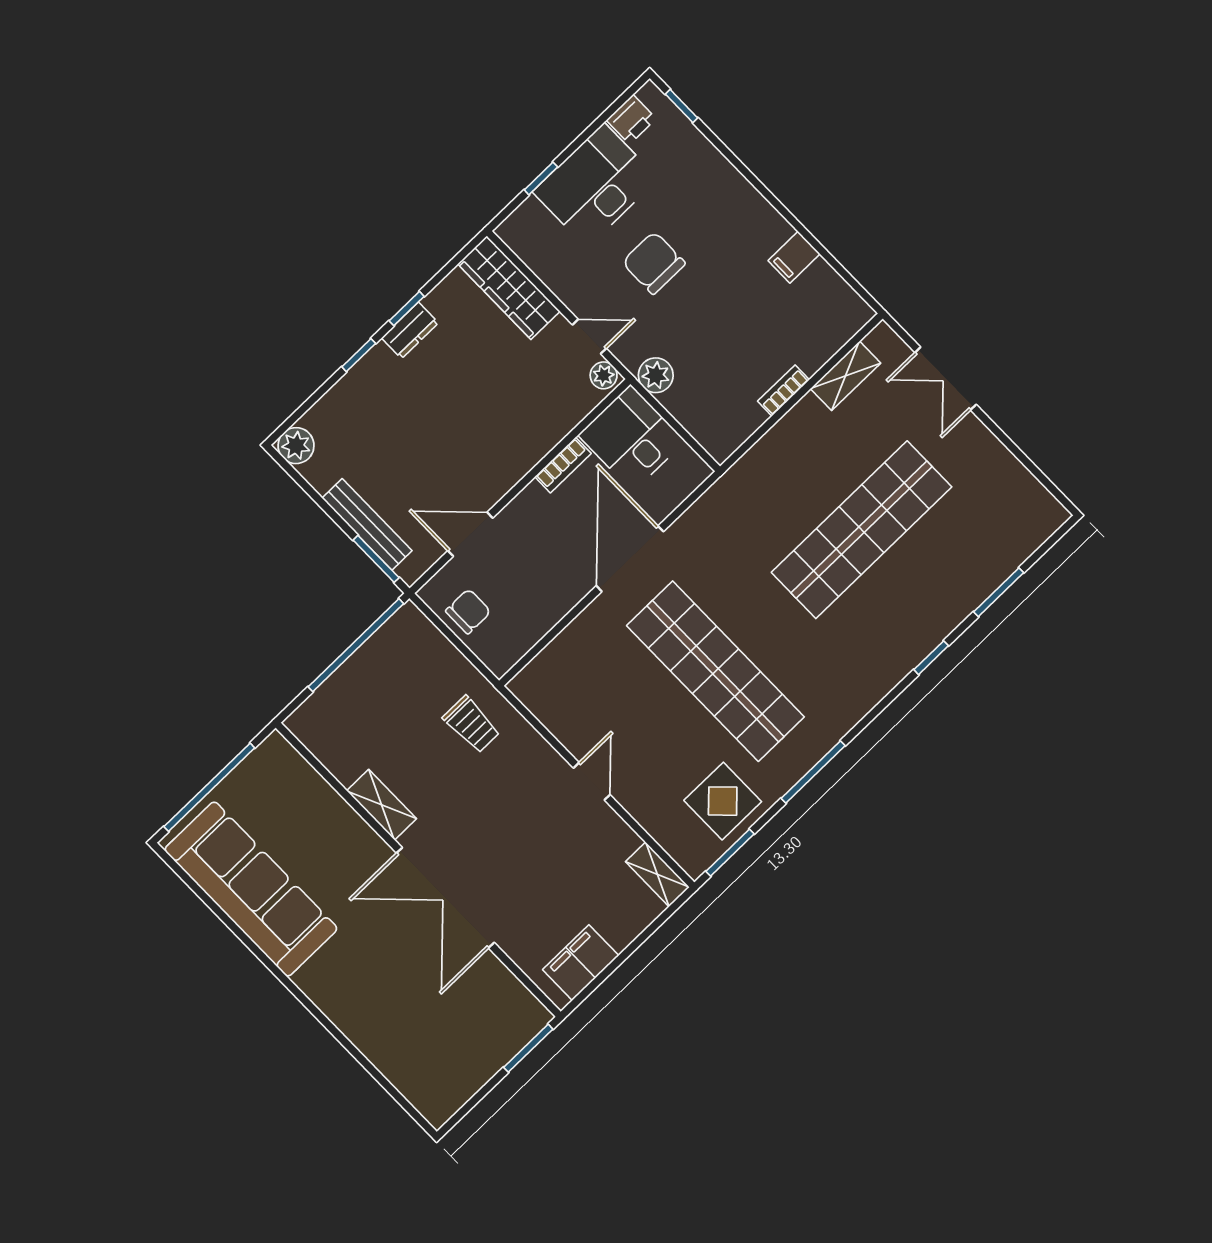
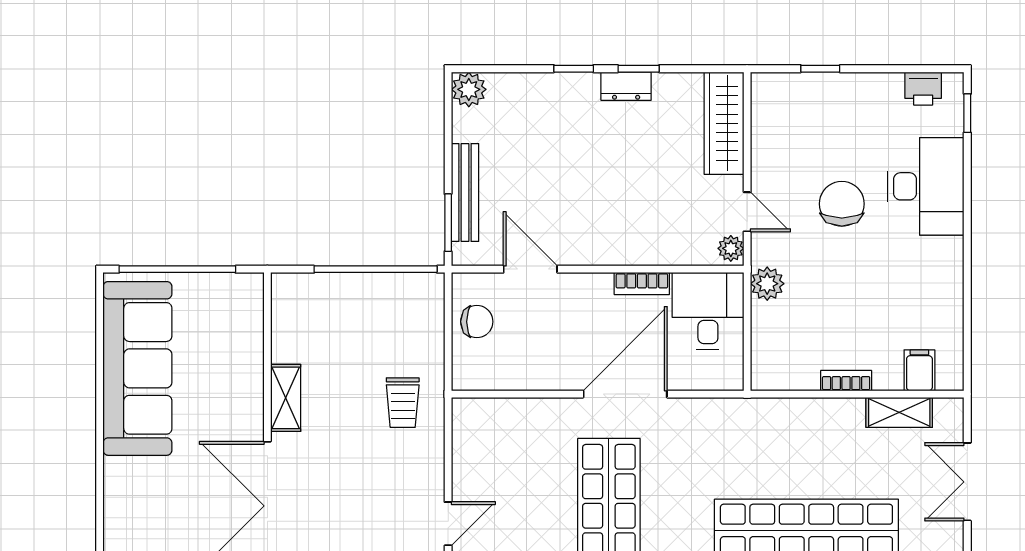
desk: (595, 185) -> (926, 186), moved, turned 90
filing cabinet: (794, 257) -> (919, 370), moved, turned 90

